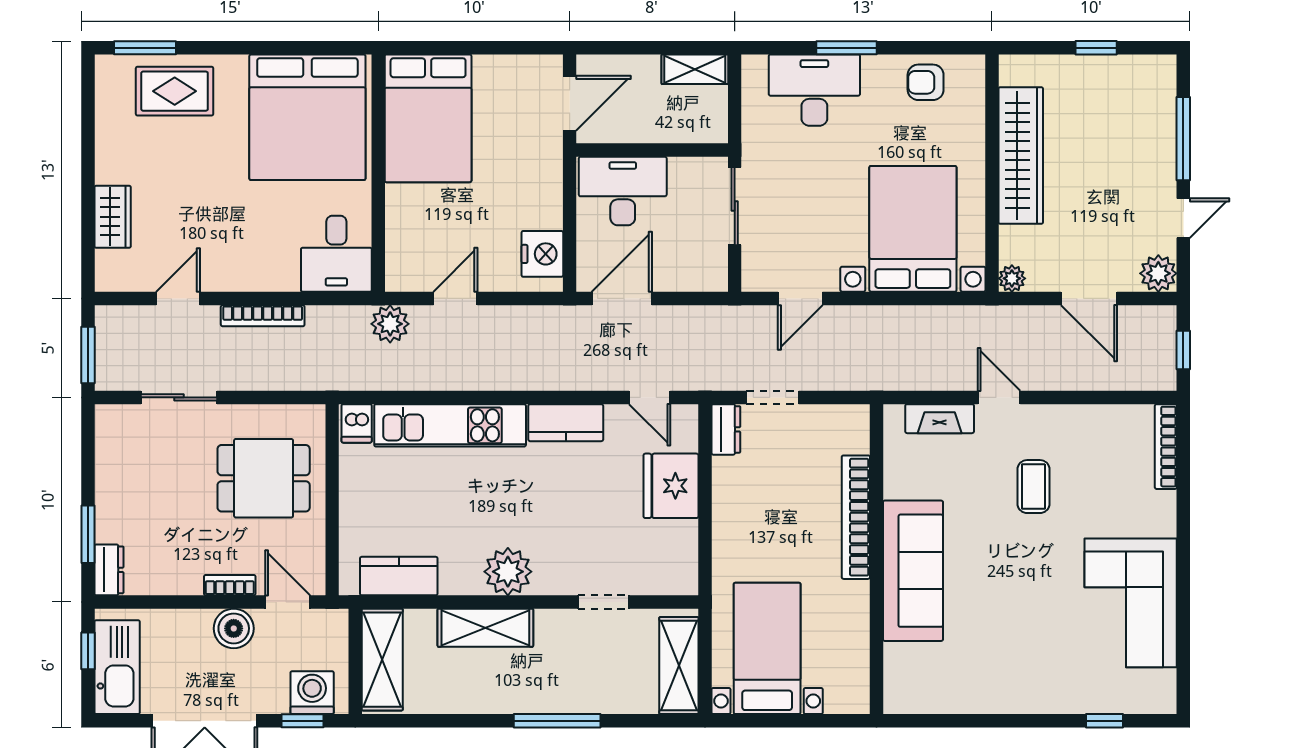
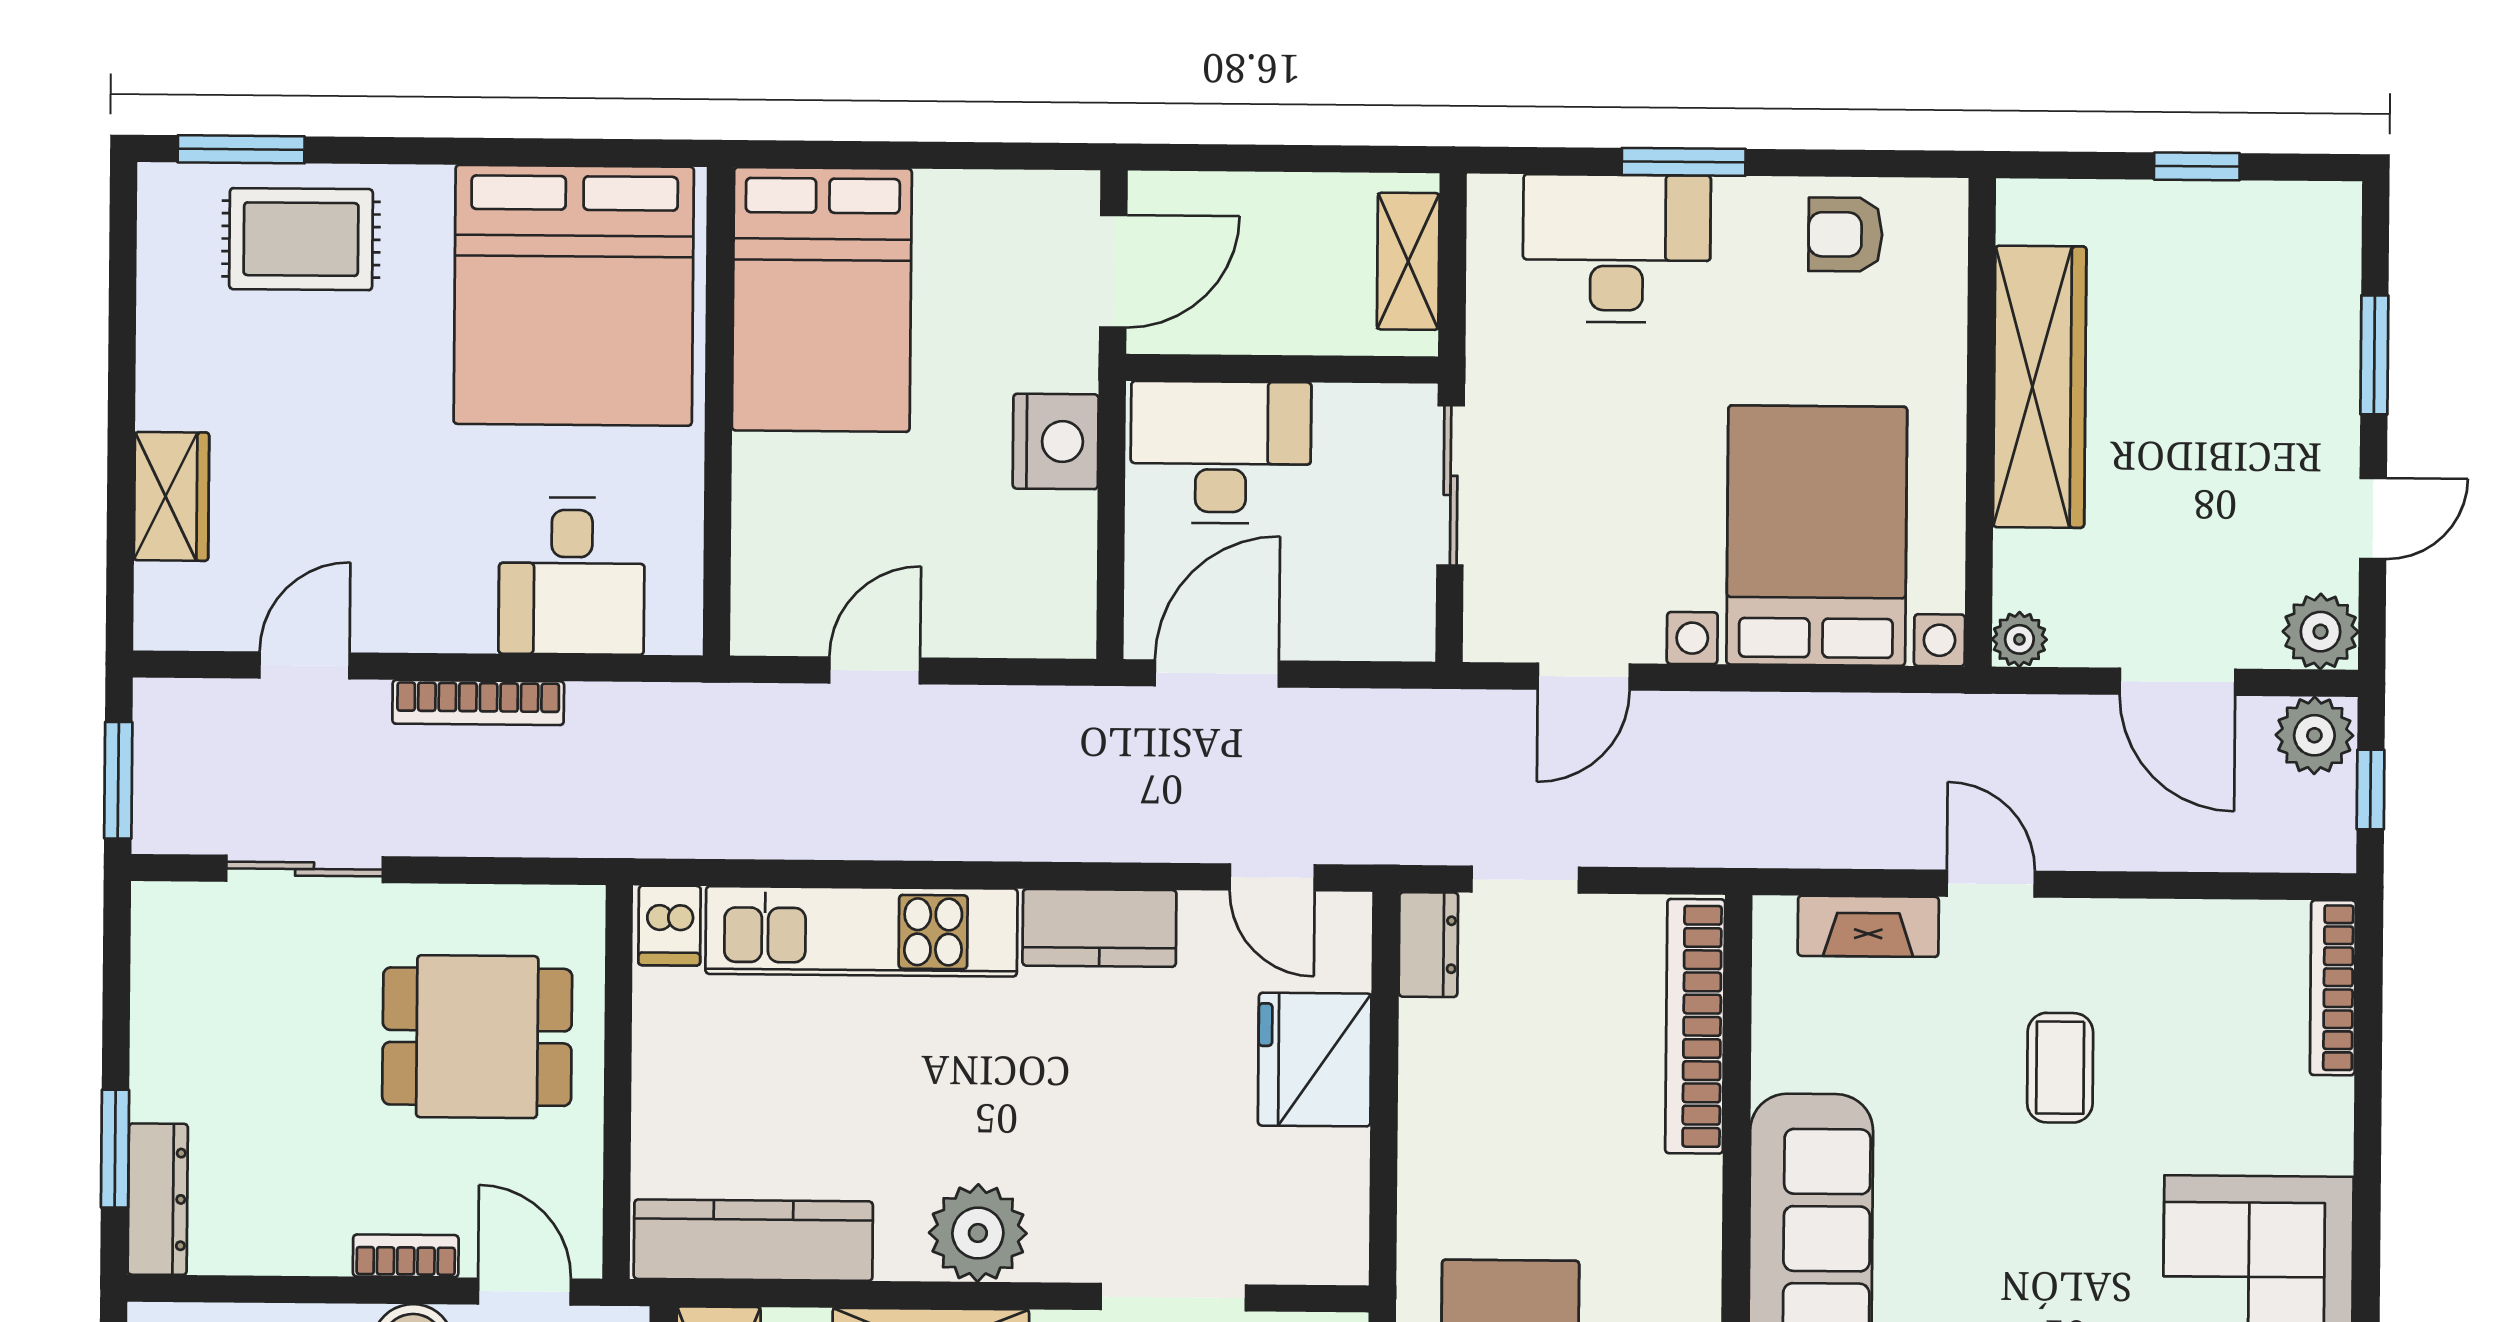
shelving: (695, 69) -> (1408, 261), moved, turned 90
window: (1183, 139) -> (2374, 355), width x0.69
desk: (336, 254) -> (572, 576), moved
nightstand: (542, 254) -> (1056, 441), moved
plant: (390, 324) -> (2314, 735), moved
bookcase: (856, 517) -> (1695, 1026), moved
dresser: (109, 570) -> (158, 1199), width x1.44
kitchen counter: (399, 576) -> (753, 1240), width x1.50
doorway: (603, 602) -> (1173, 1297), width x1.38

